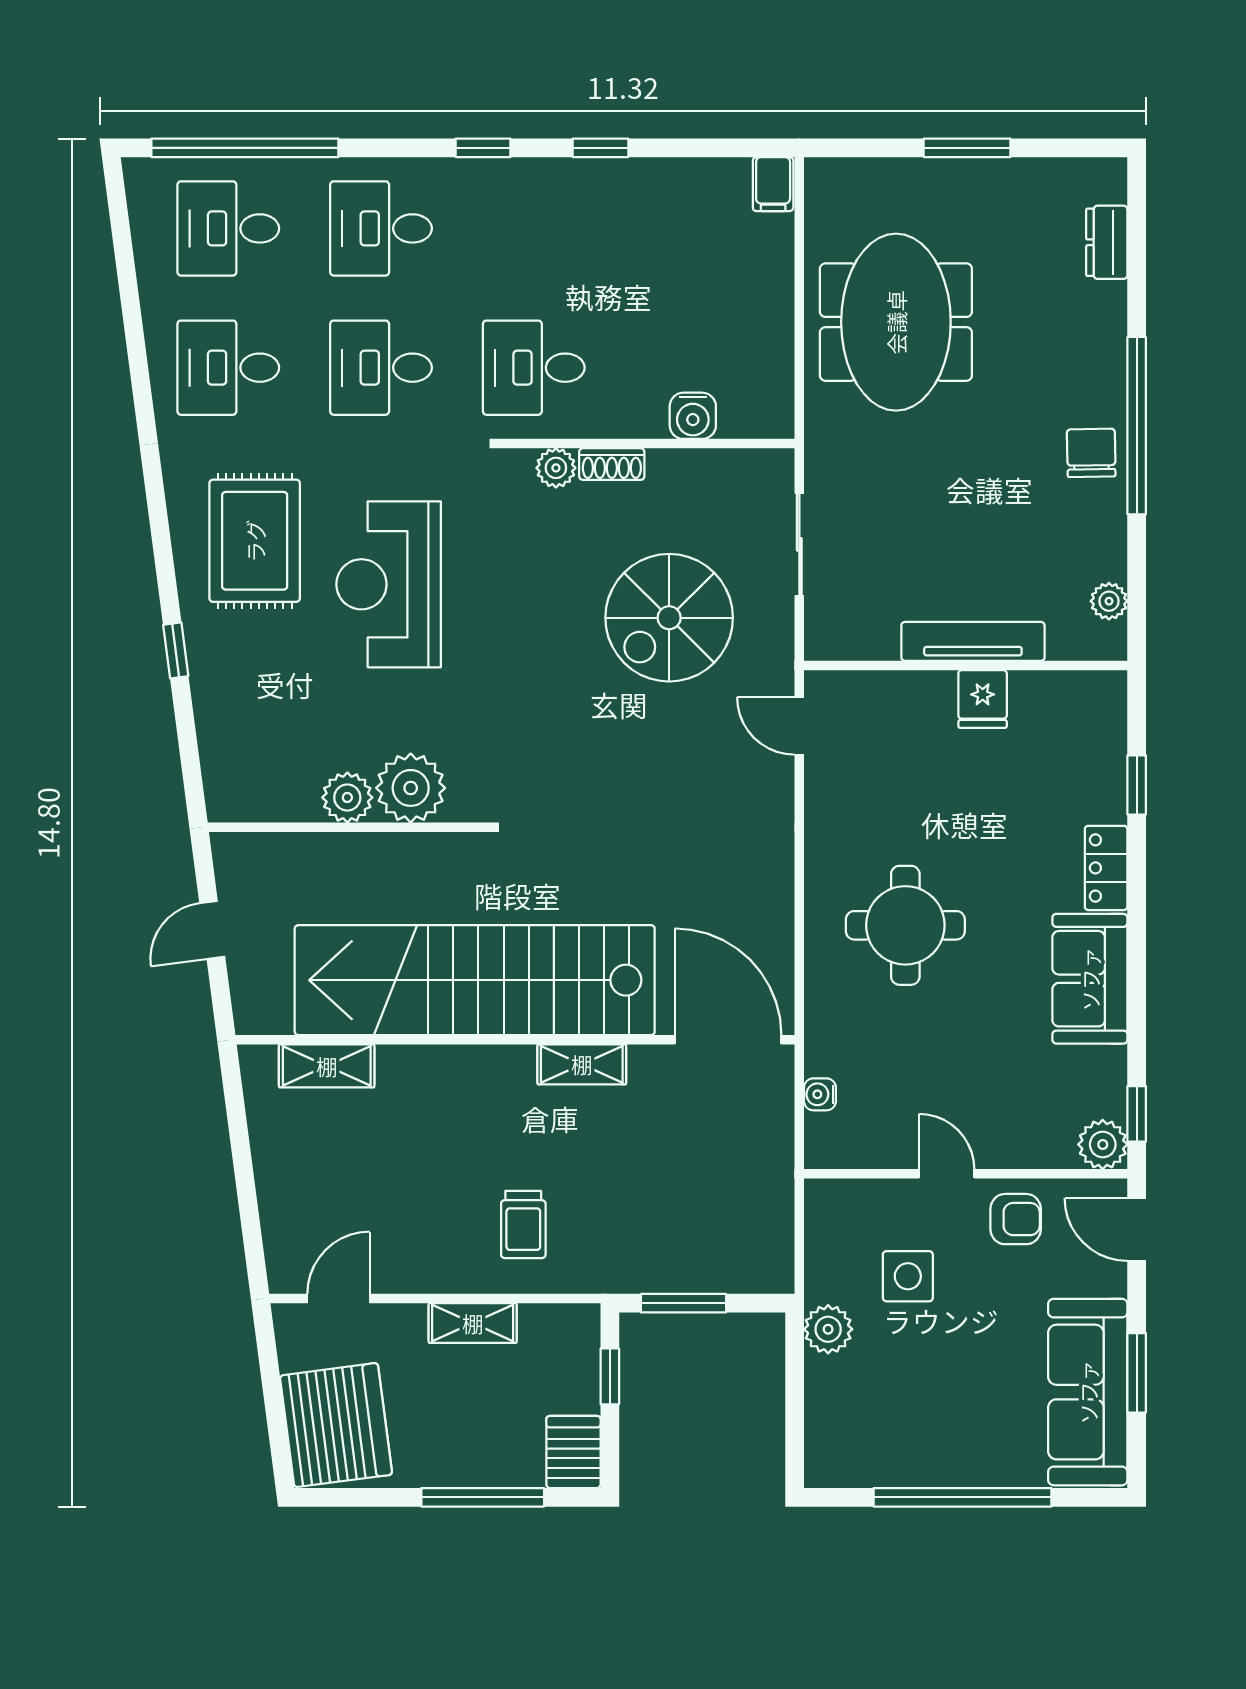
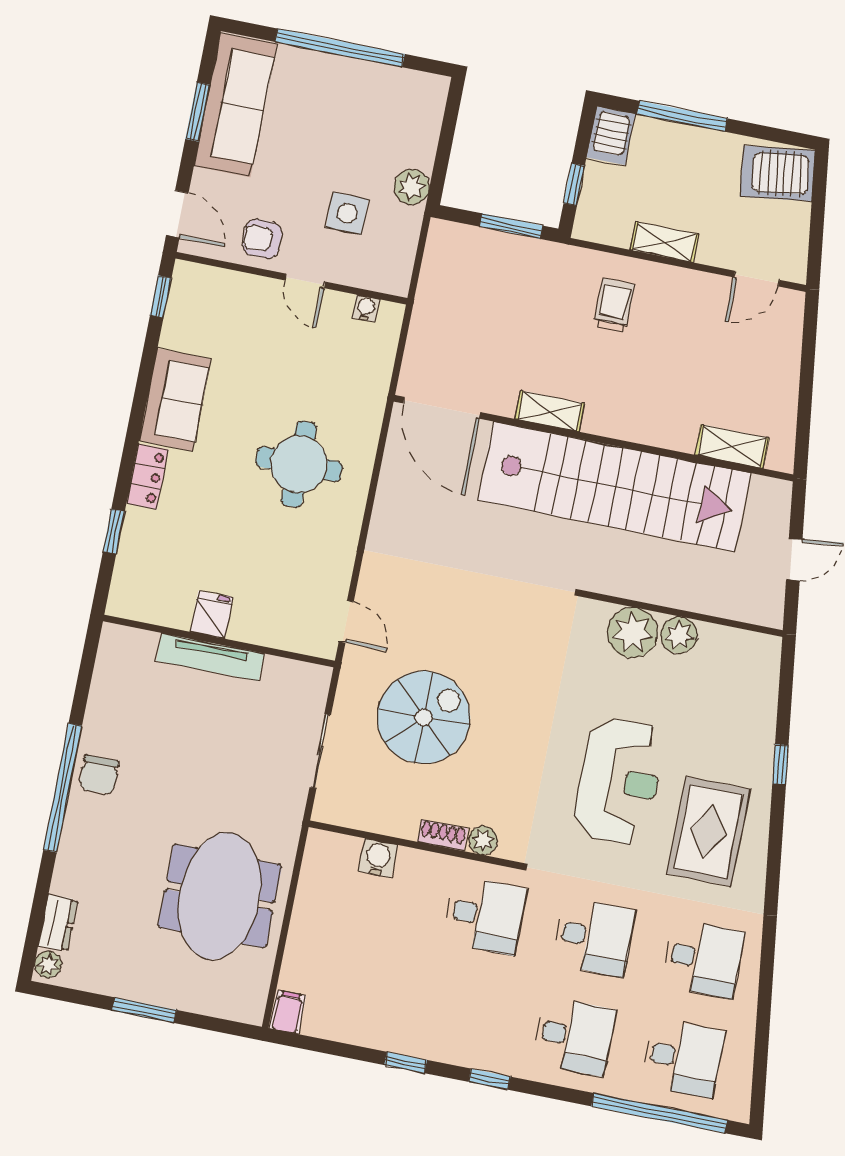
plant: (1109, 601) -> (48, 964), moved
water cooler: (820, 1094) -> (366, 308), moved, turned -90
plant: (1103, 1144) -> (189, 280), removed
server rack: (336, 1425) -> (778, 173), width x0.62

